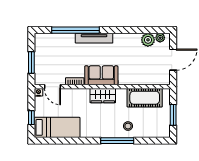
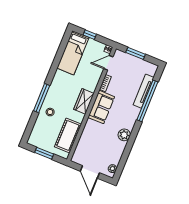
tv unit: (94, 38) -> (144, 91), moved
plant: (148, 40) -> (124, 135), moved

